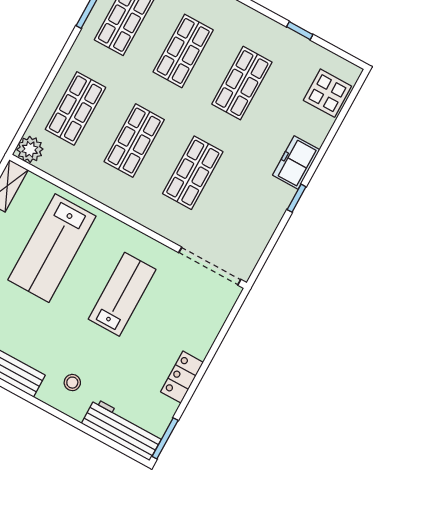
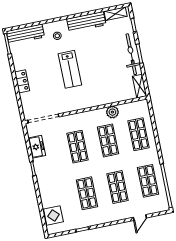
plant: (30, 149) -> (112, 112), moved
freezer: (296, 162) -> (37, 147), moved
lab bench: (52, 248) -> (105, 78), removed
lab bench: (122, 294) -> (70, 69), moved
locker: (182, 377) -> (22, 81), moved

